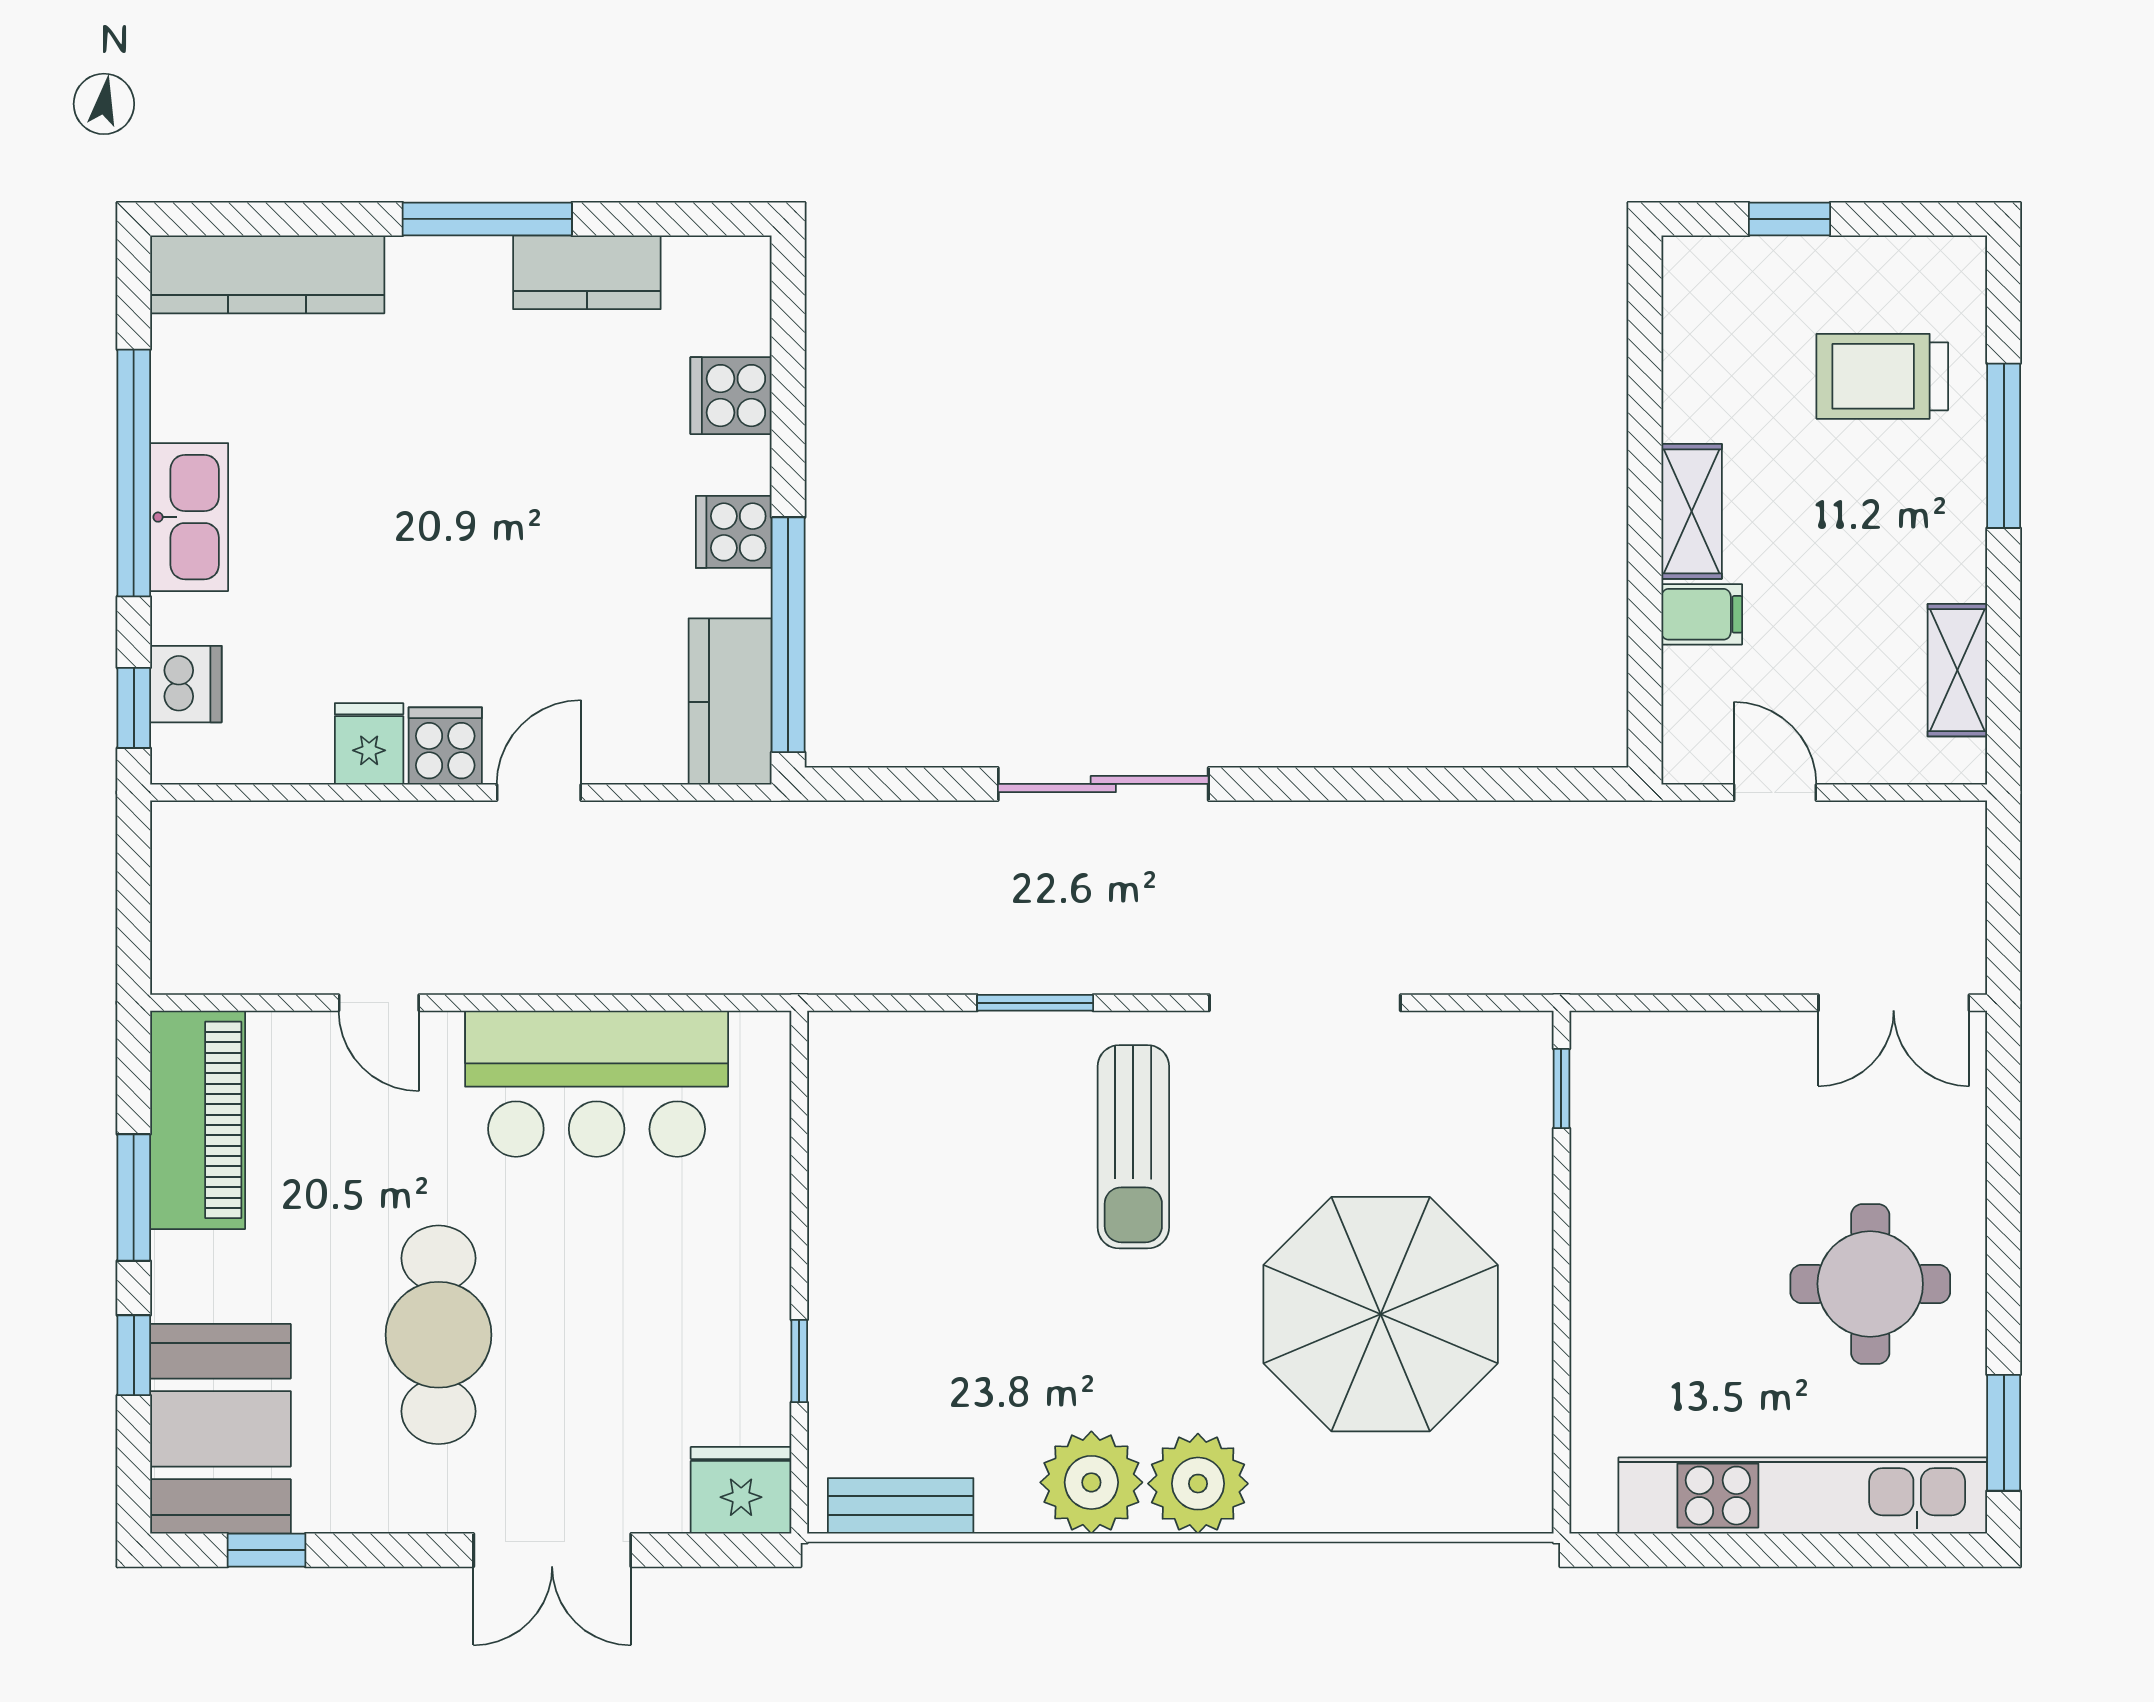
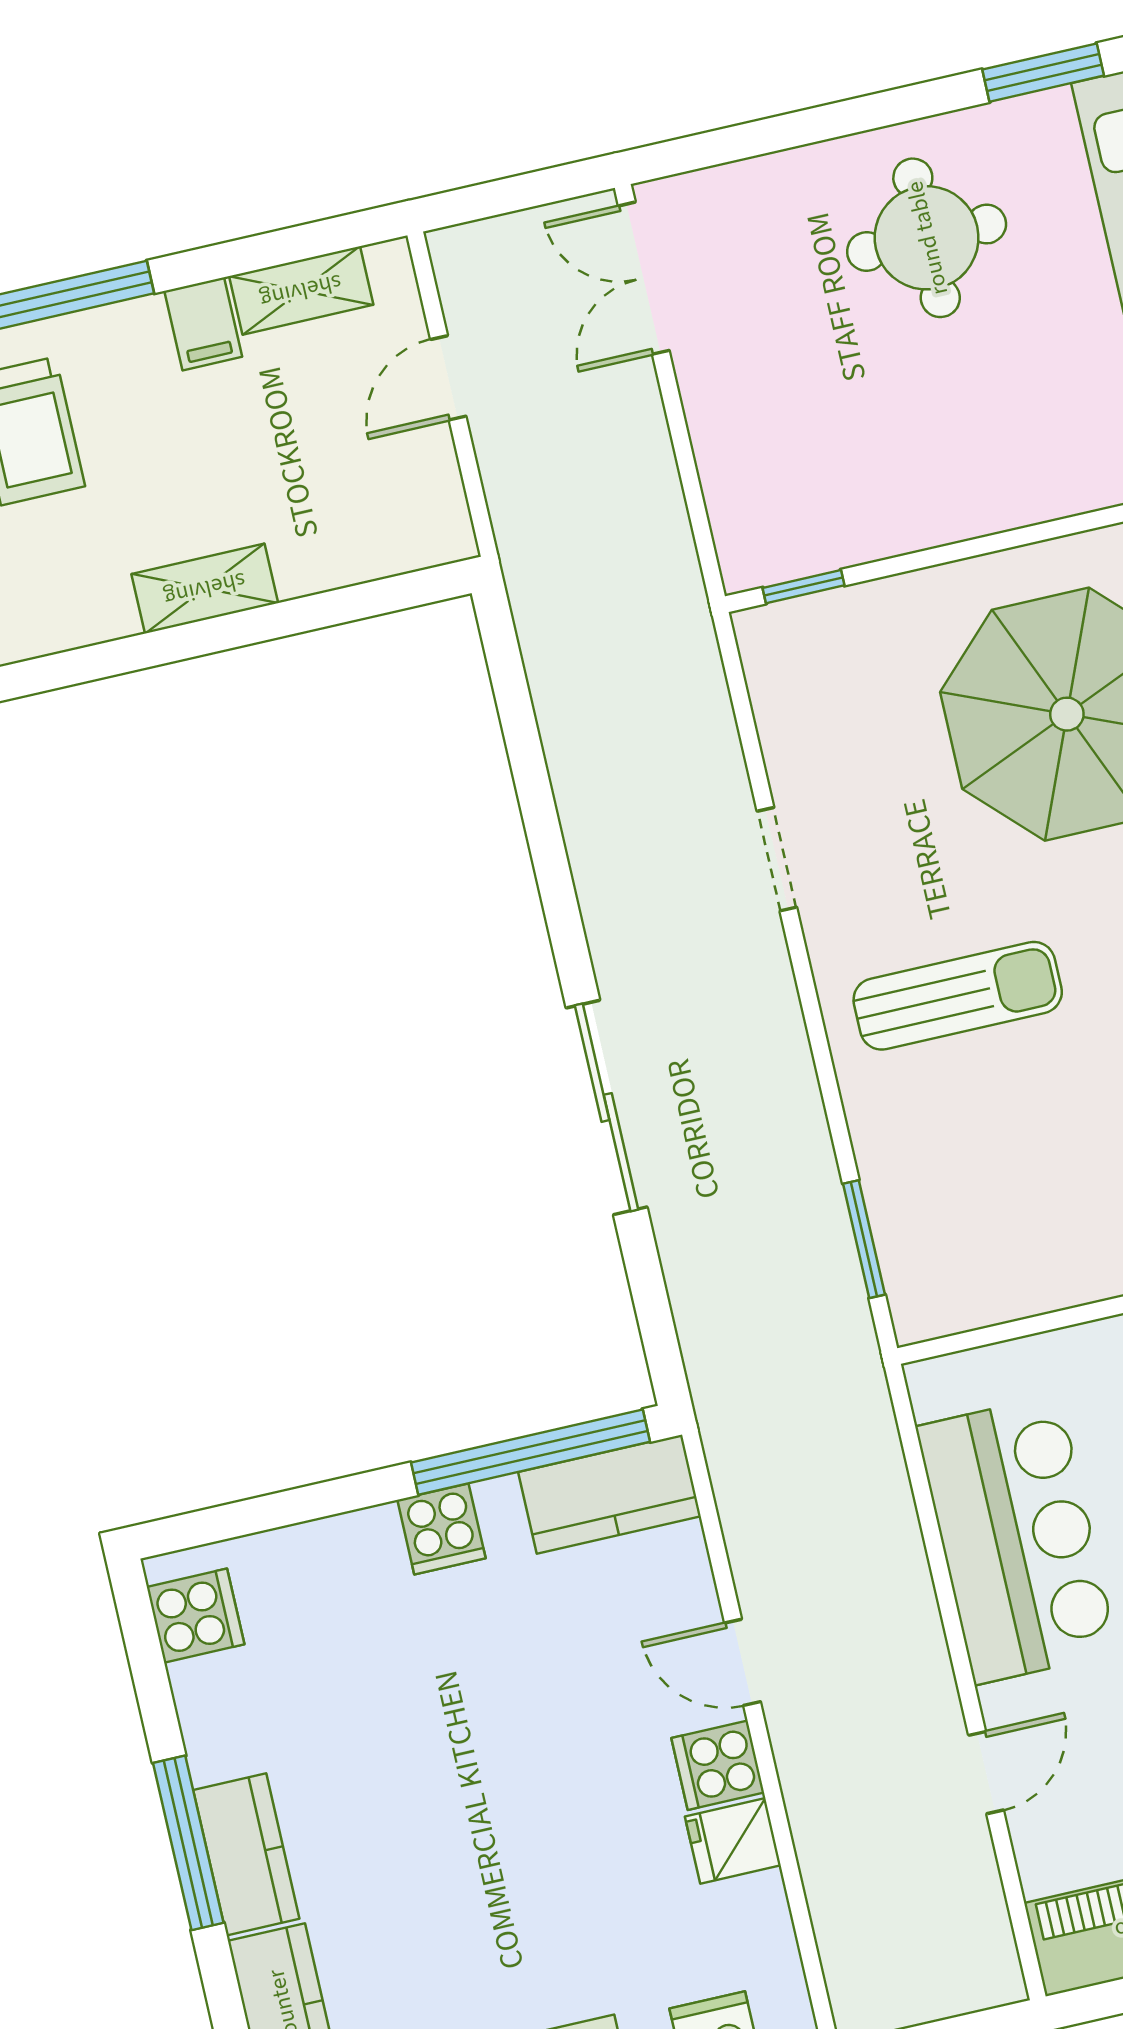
kitchen counter: (587, 272) -> (246, 1854), moved
cooker: (731, 396) -> (196, 1616), moved, turned -90
filing cabinet: (1702, 614) -> (203, 324), moved, turned 180
door: (1775, 793) -> (448, 378), moved
window: (1035, 1003) -> (864, 1239), moved
doorway: (1305, 1003) -> (777, 859), width x0.53
double door: (1894, 1003) -> (644, 278), swing flipped

